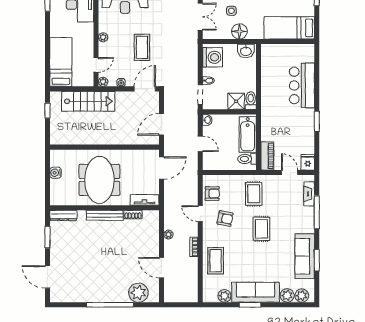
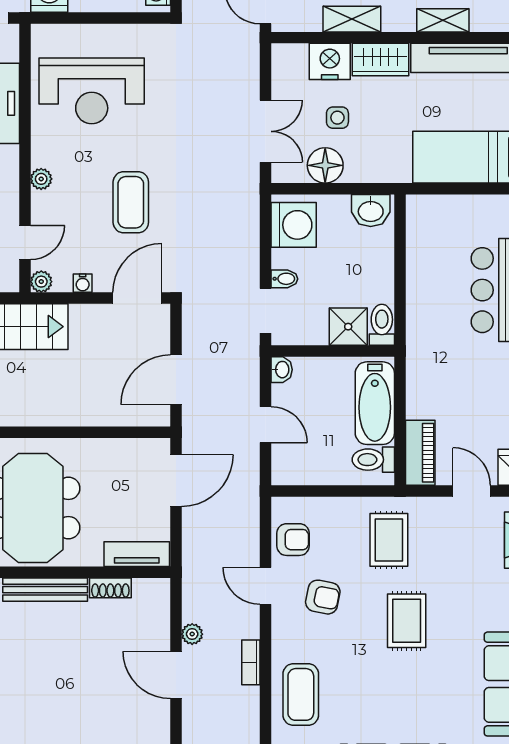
floor lamp: (239, 31) -> (325, 165), moved
door: (162, 268) -> (176, 675), moved

